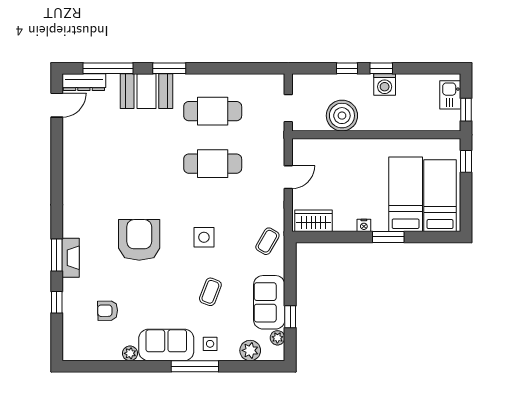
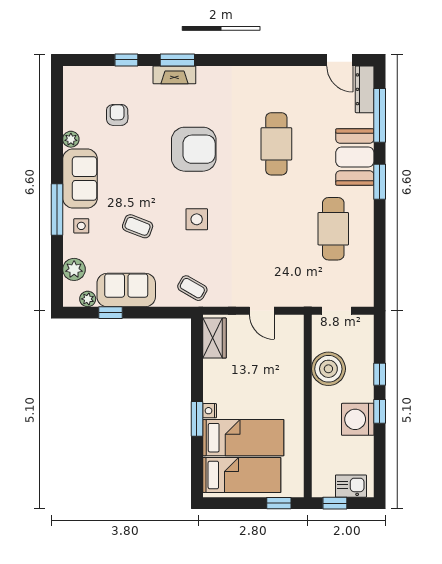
washing machine: (385, 85) -> (358, 419), width x1.37, depth x1.37
cafe table: (213, 164) -> (276, 144), moved
nightstand: (364, 225) -> (210, 411), moved

